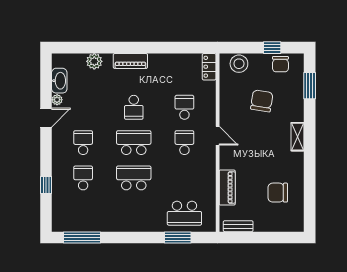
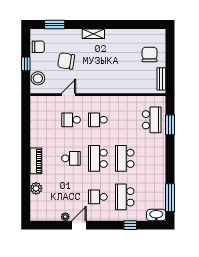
window: (272, 48) -> (26, 64), moved
locker: (209, 67) -> (40, 101), removed
washbasin: (59, 81) -> (156, 215), moved
door: (46, 118) -> (79, 225), hinge flipped
door: (218, 136) -> (68, 95), moved
school desk: (83, 178) -> (125, 197), width x1.85
piano: (227, 188) -> (132, 87), removed
chair: (278, 193) -> (150, 55), moved, turned 180

